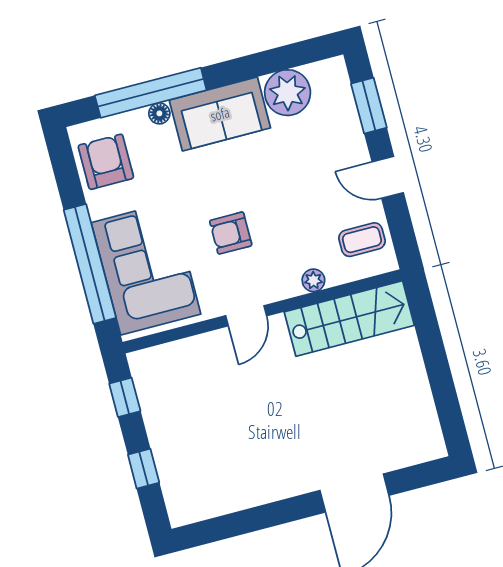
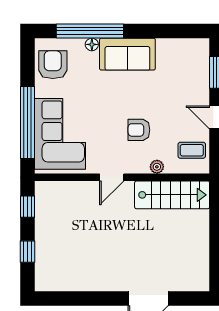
plant: (288, 93) -> (171, 52), removed
armchair: (231, 233) -> (139, 130), moved

